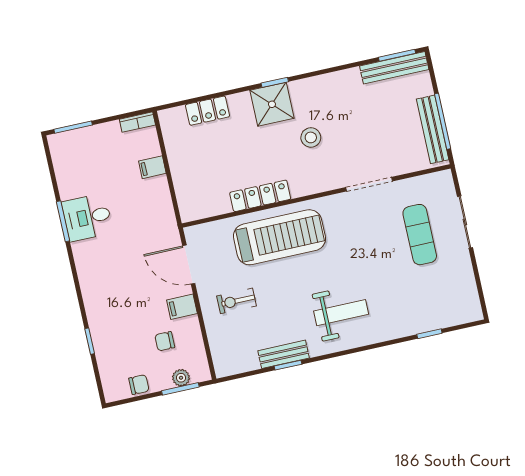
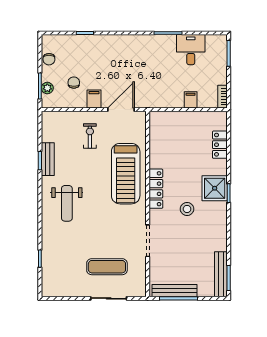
locker: (260, 196) -> (156, 189), moved
desk: (87, 217) -> (191, 50), moved

